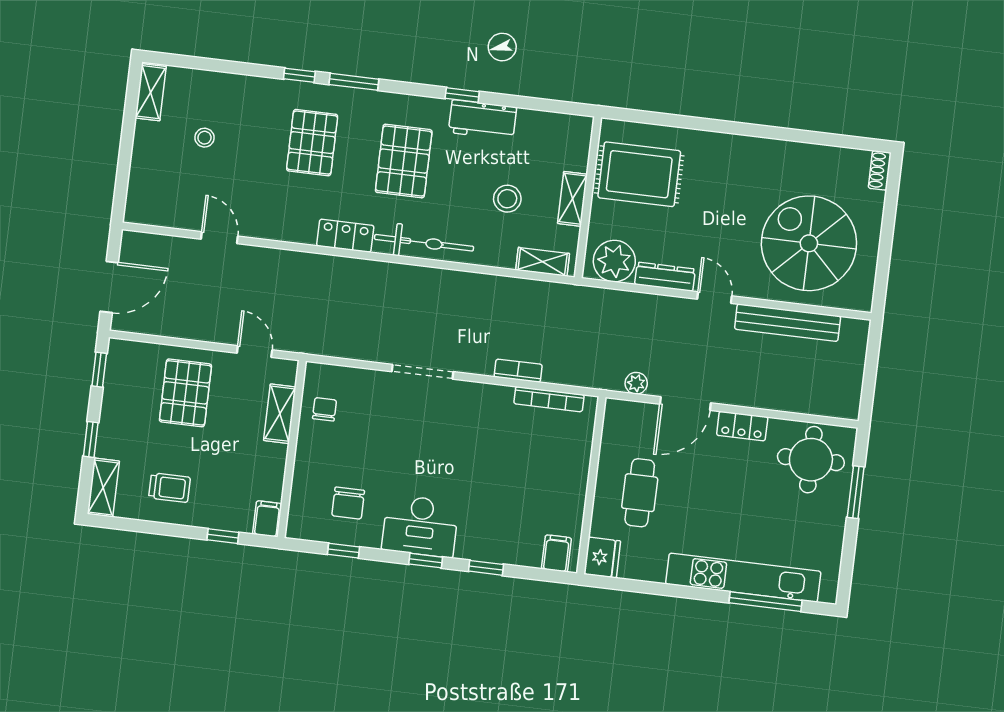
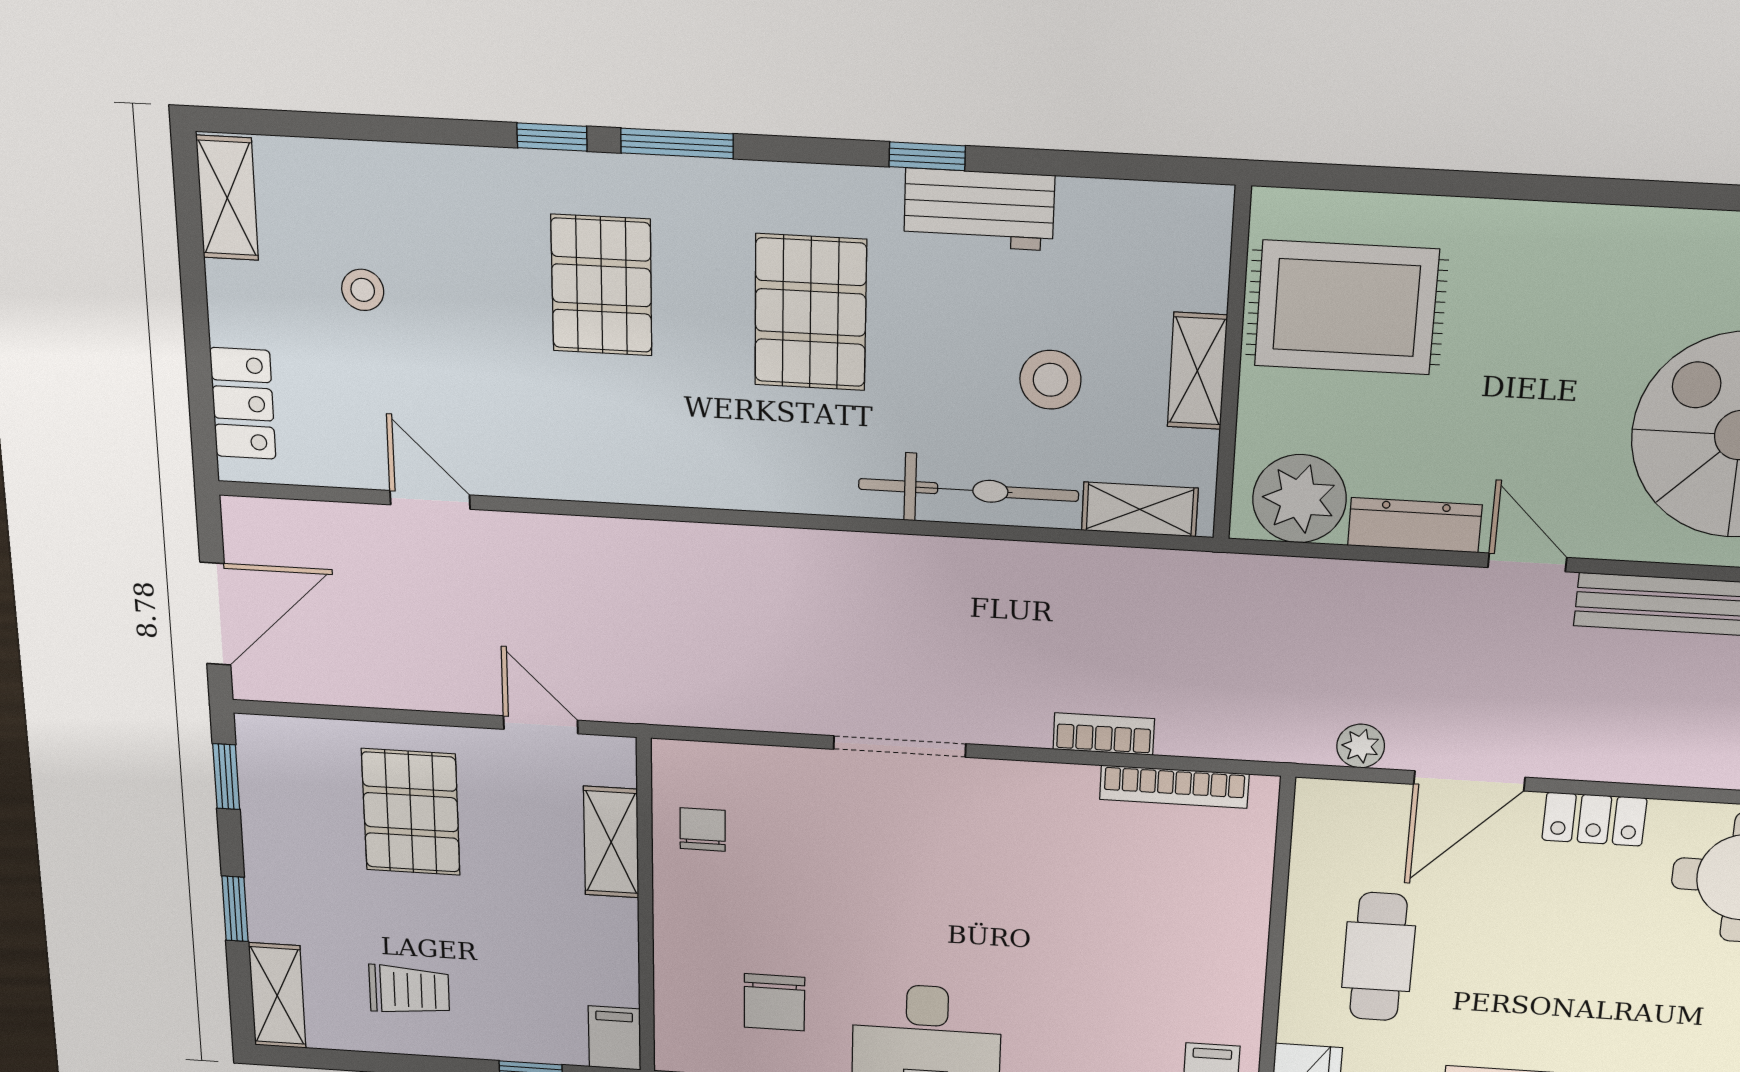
locker: (345, 236) -> (243, 403), moved, turned 90
bicycle: (424, 243) -> (968, 490), moved

